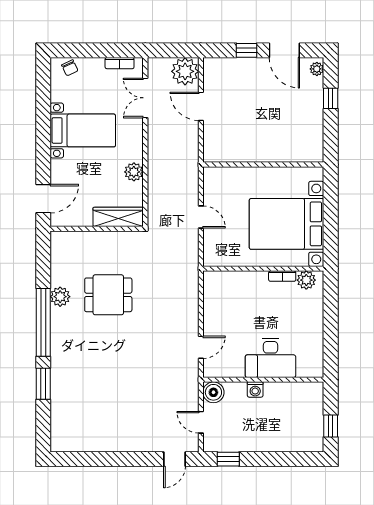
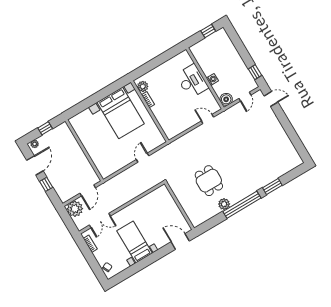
wall: (263, 165) -> (84, 150), moved
plant: (134, 172) -> (140, 204), removed
wardrobe: (118, 217) -> (167, 199), removed

